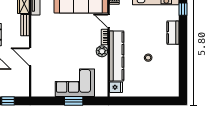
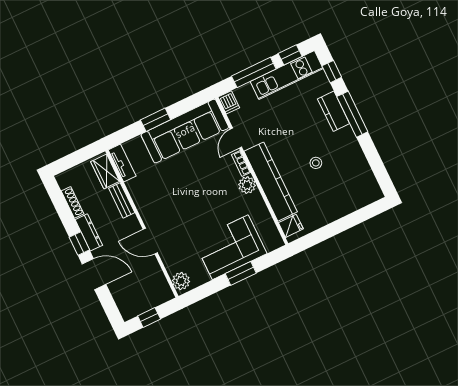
door: (109, 21) -> (236, 138), hinge flipped
window: (183, 40) -> (352, 114), added
plant: (37, 89) -> (181, 281), added

